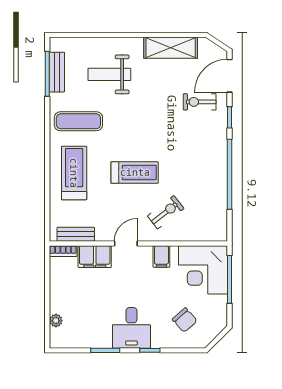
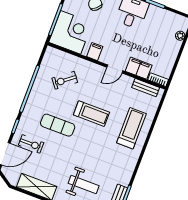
exercise mat: (78, 121) -> (58, 125), moved
treadmill: (135, 172) -> (91, 114), turned 180
treadmill: (74, 173) -> (131, 128), turned 180
exercise bike: (166, 212) -> (65, 80), moved

